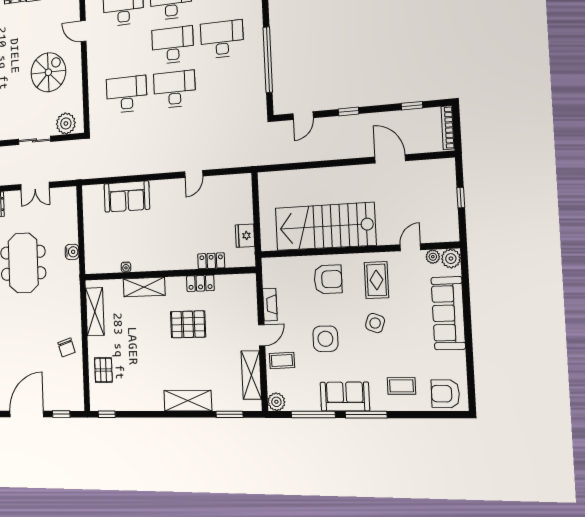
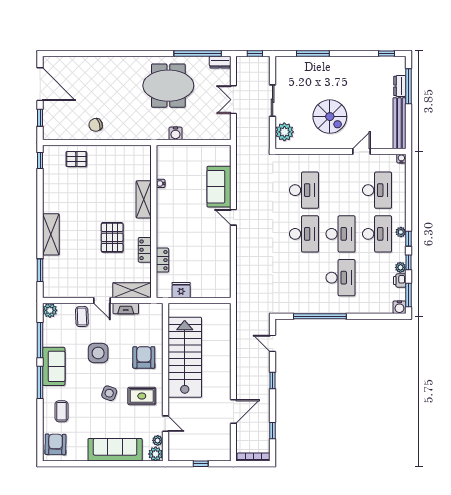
door: (194, 174) -> (233, 217), moved
armchair: (328, 279) -> (144, 357), turned 180
shelving: (95, 312) -> (125, 153), removed
shelving: (251, 375) -> (132, 290), moved

